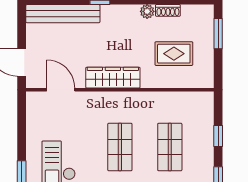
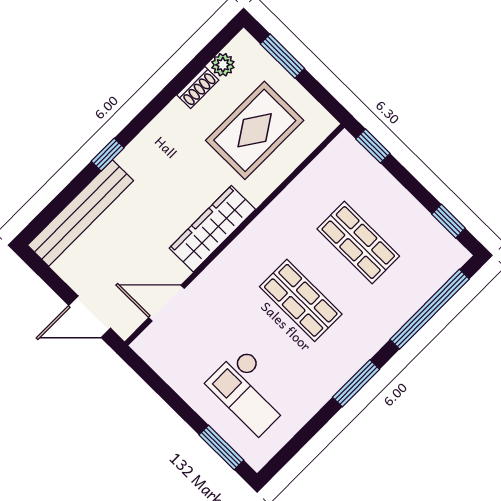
plant: (147, 11) -> (223, 65), moved
rug: (174, 54) -> (255, 130), width x1.36, depth x1.43
window: (218, 136) -> (373, 146), moved

